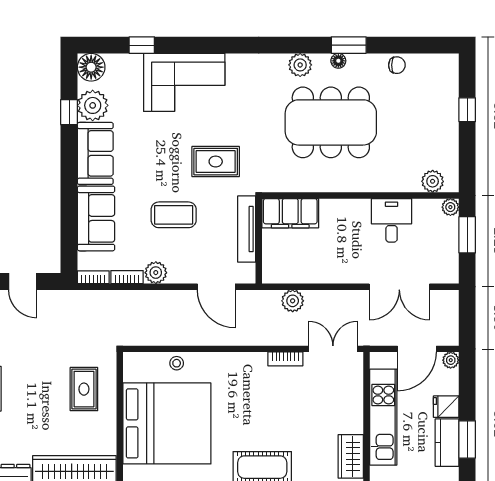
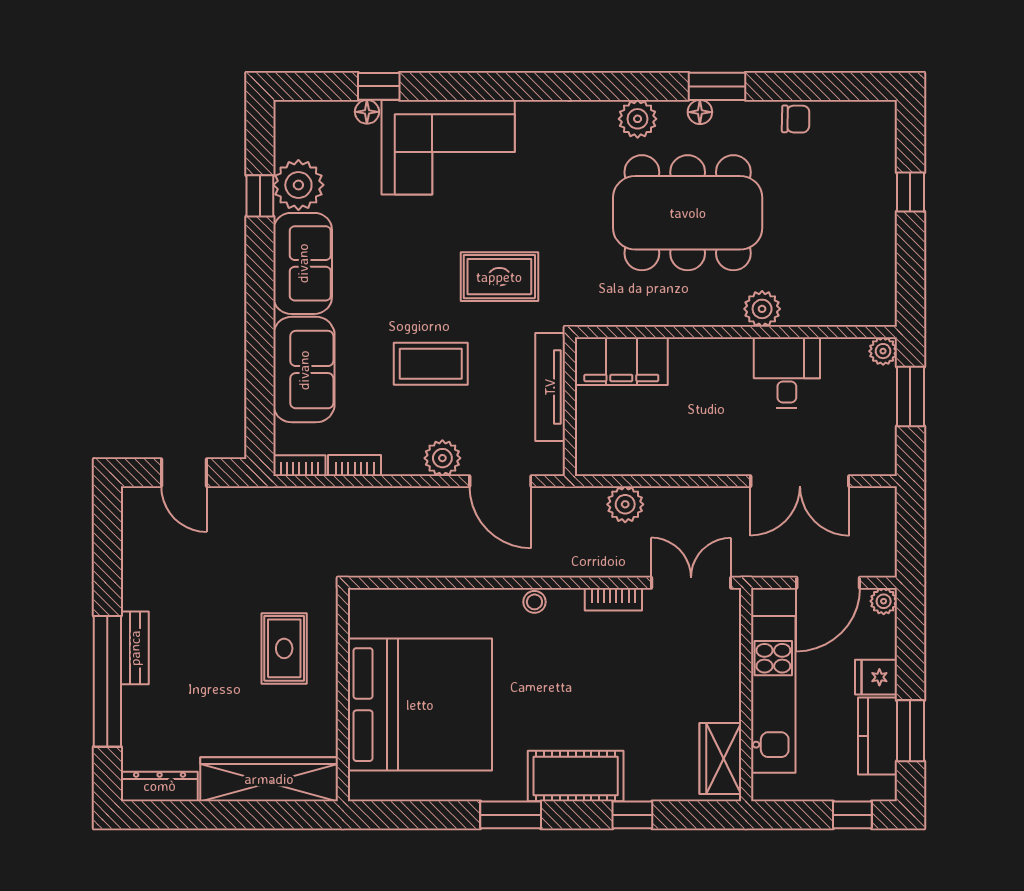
floor lamp: (91, 67) -> (367, 112), moved, width x0.53, depth x0.53
plant: (433, 181) -> (762, 309), moved
plant: (156, 273) -> (442, 458), moved
stool: (177, 363) -> (534, 602), moved

